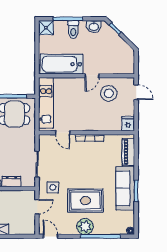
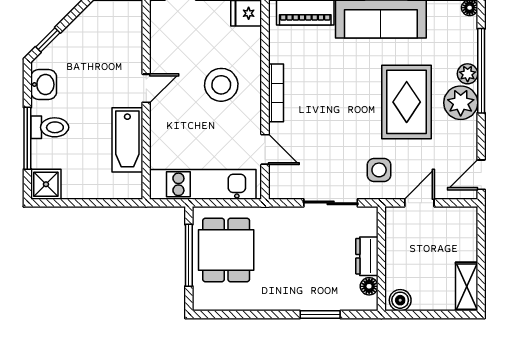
bathtub: (62, 64) -> (127, 140), width x0.73, depth x0.73
door: (92, 76) -> (146, 88), hinge flipped
stool: (109, 93) -> (221, 85), moved
door: (63, 133) -> (265, 149), hinge flipped
door: (37, 207) -> (419, 203), hinge flipped
plant: (99, 230) -> (468, 74), added

